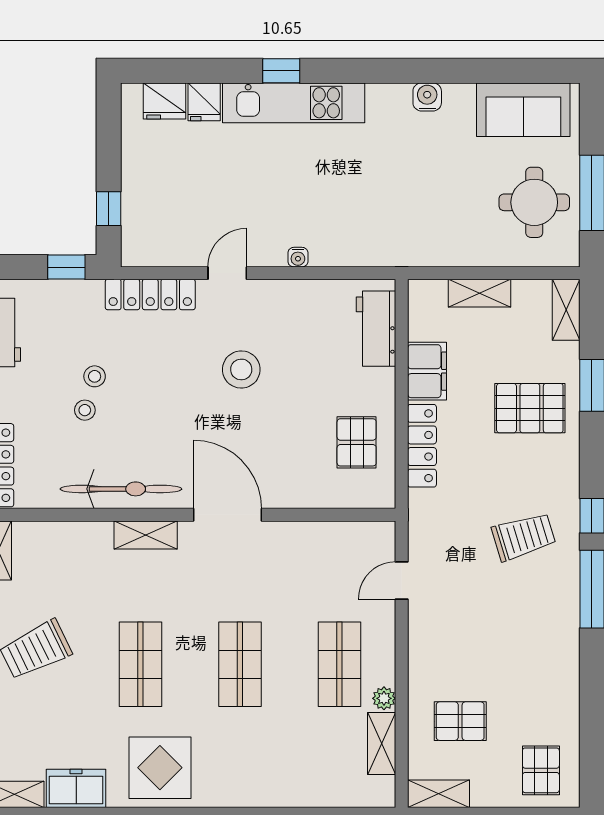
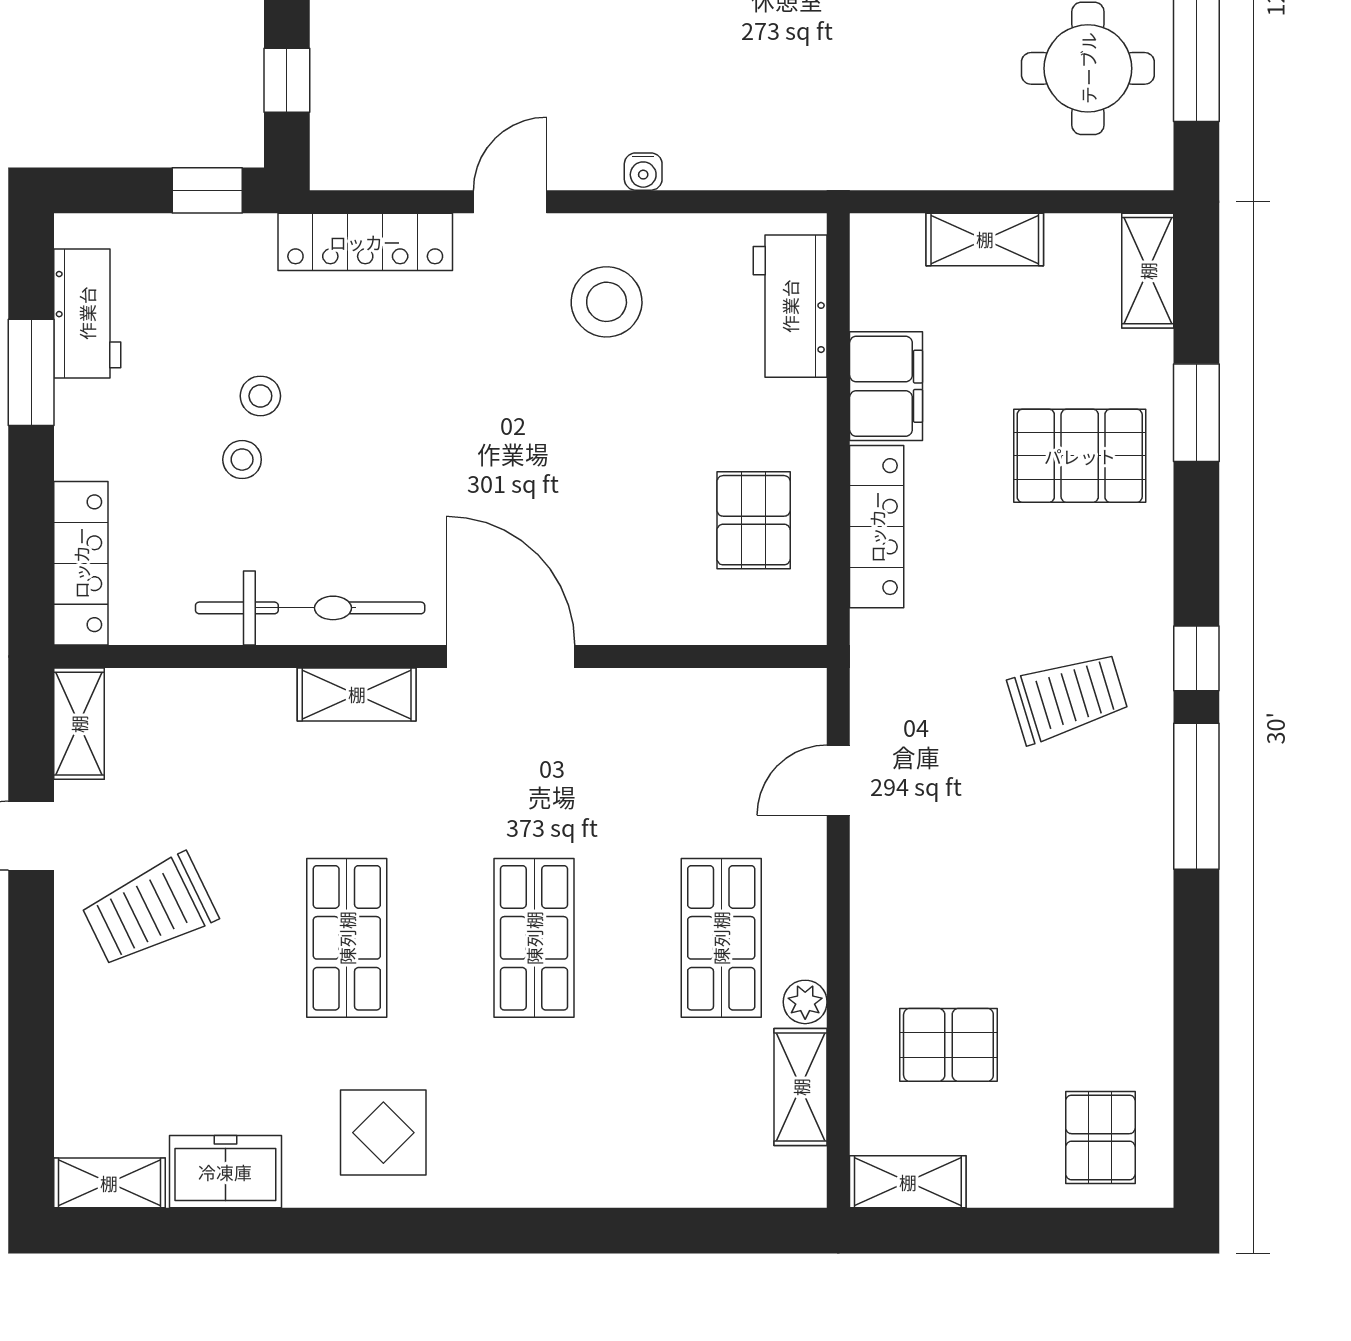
stool: (241, 369) -> (607, 302), moved
display table: (160, 768) -> (383, 1133), width x0.73, depth x0.73

